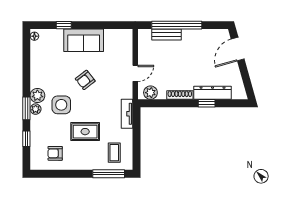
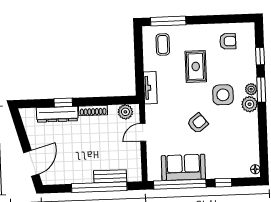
window: (103, 25) -> (180, 184), added
sofa: (84, 40) -> (183, 167), moved
rug: (85, 132) -> (196, 66), turned 90

